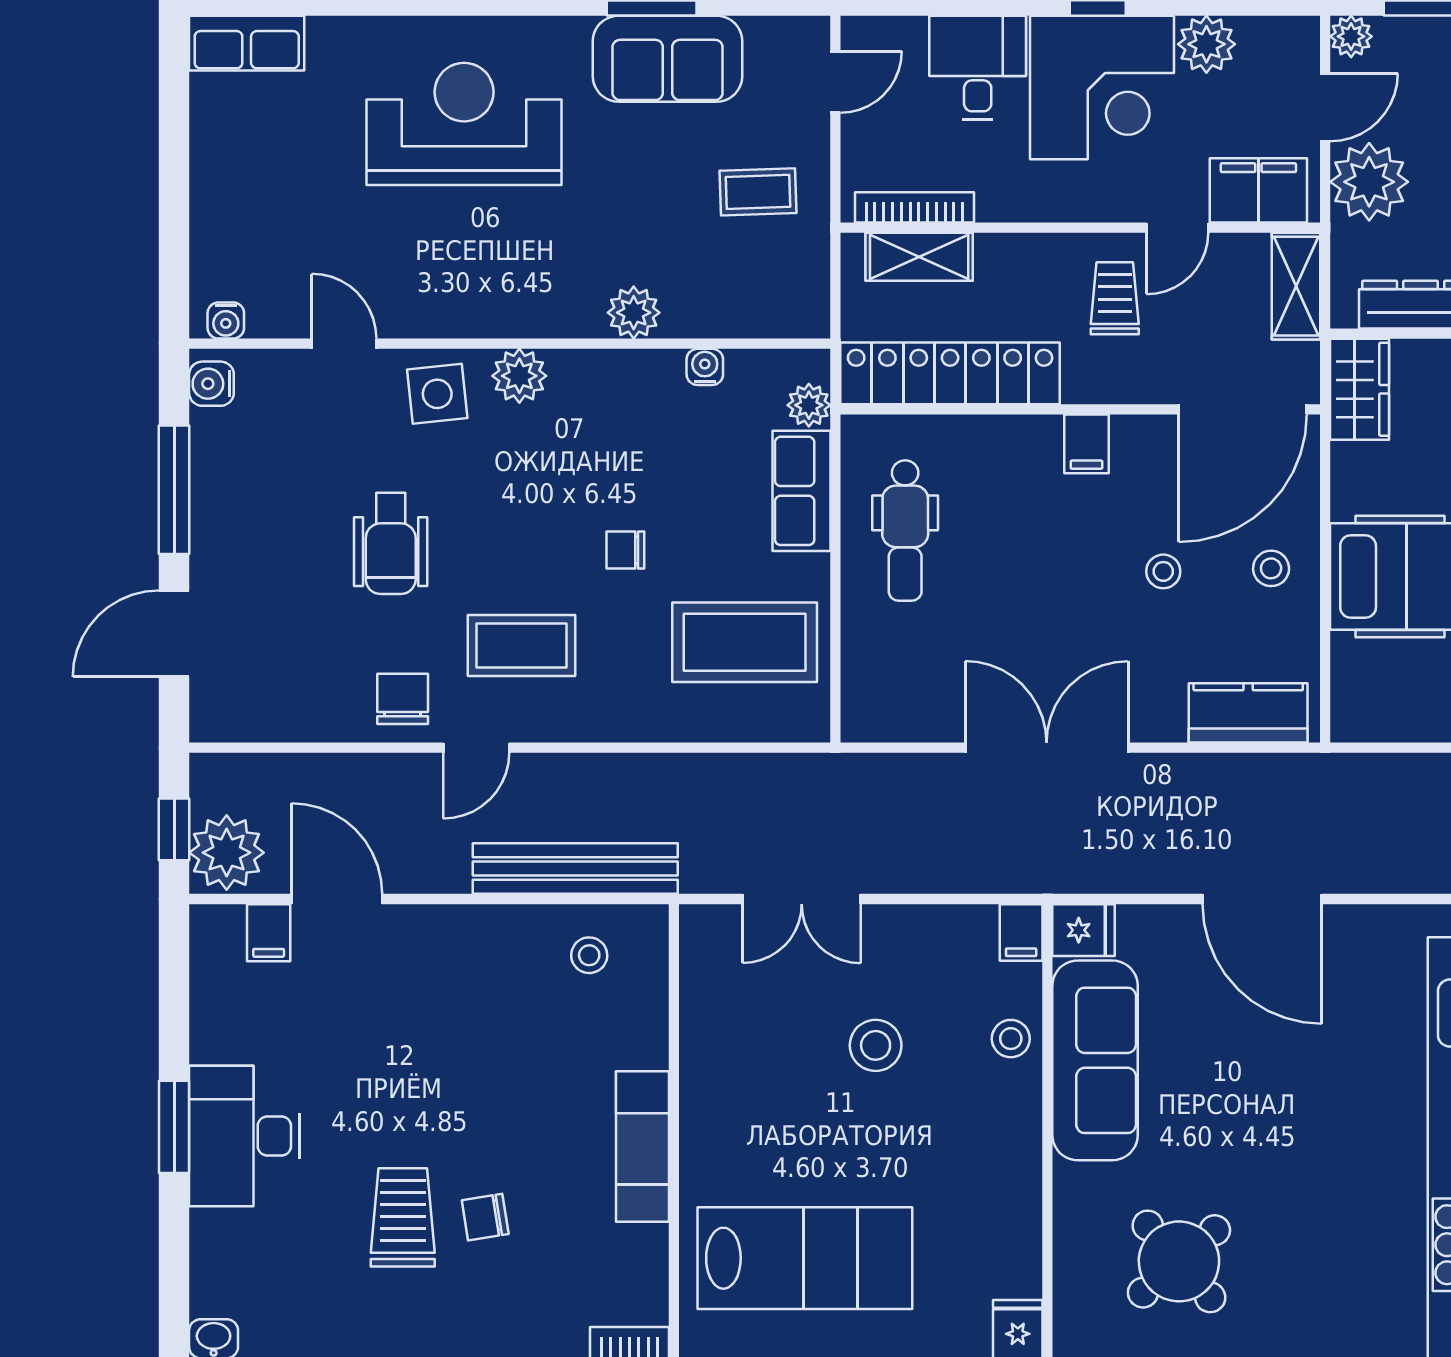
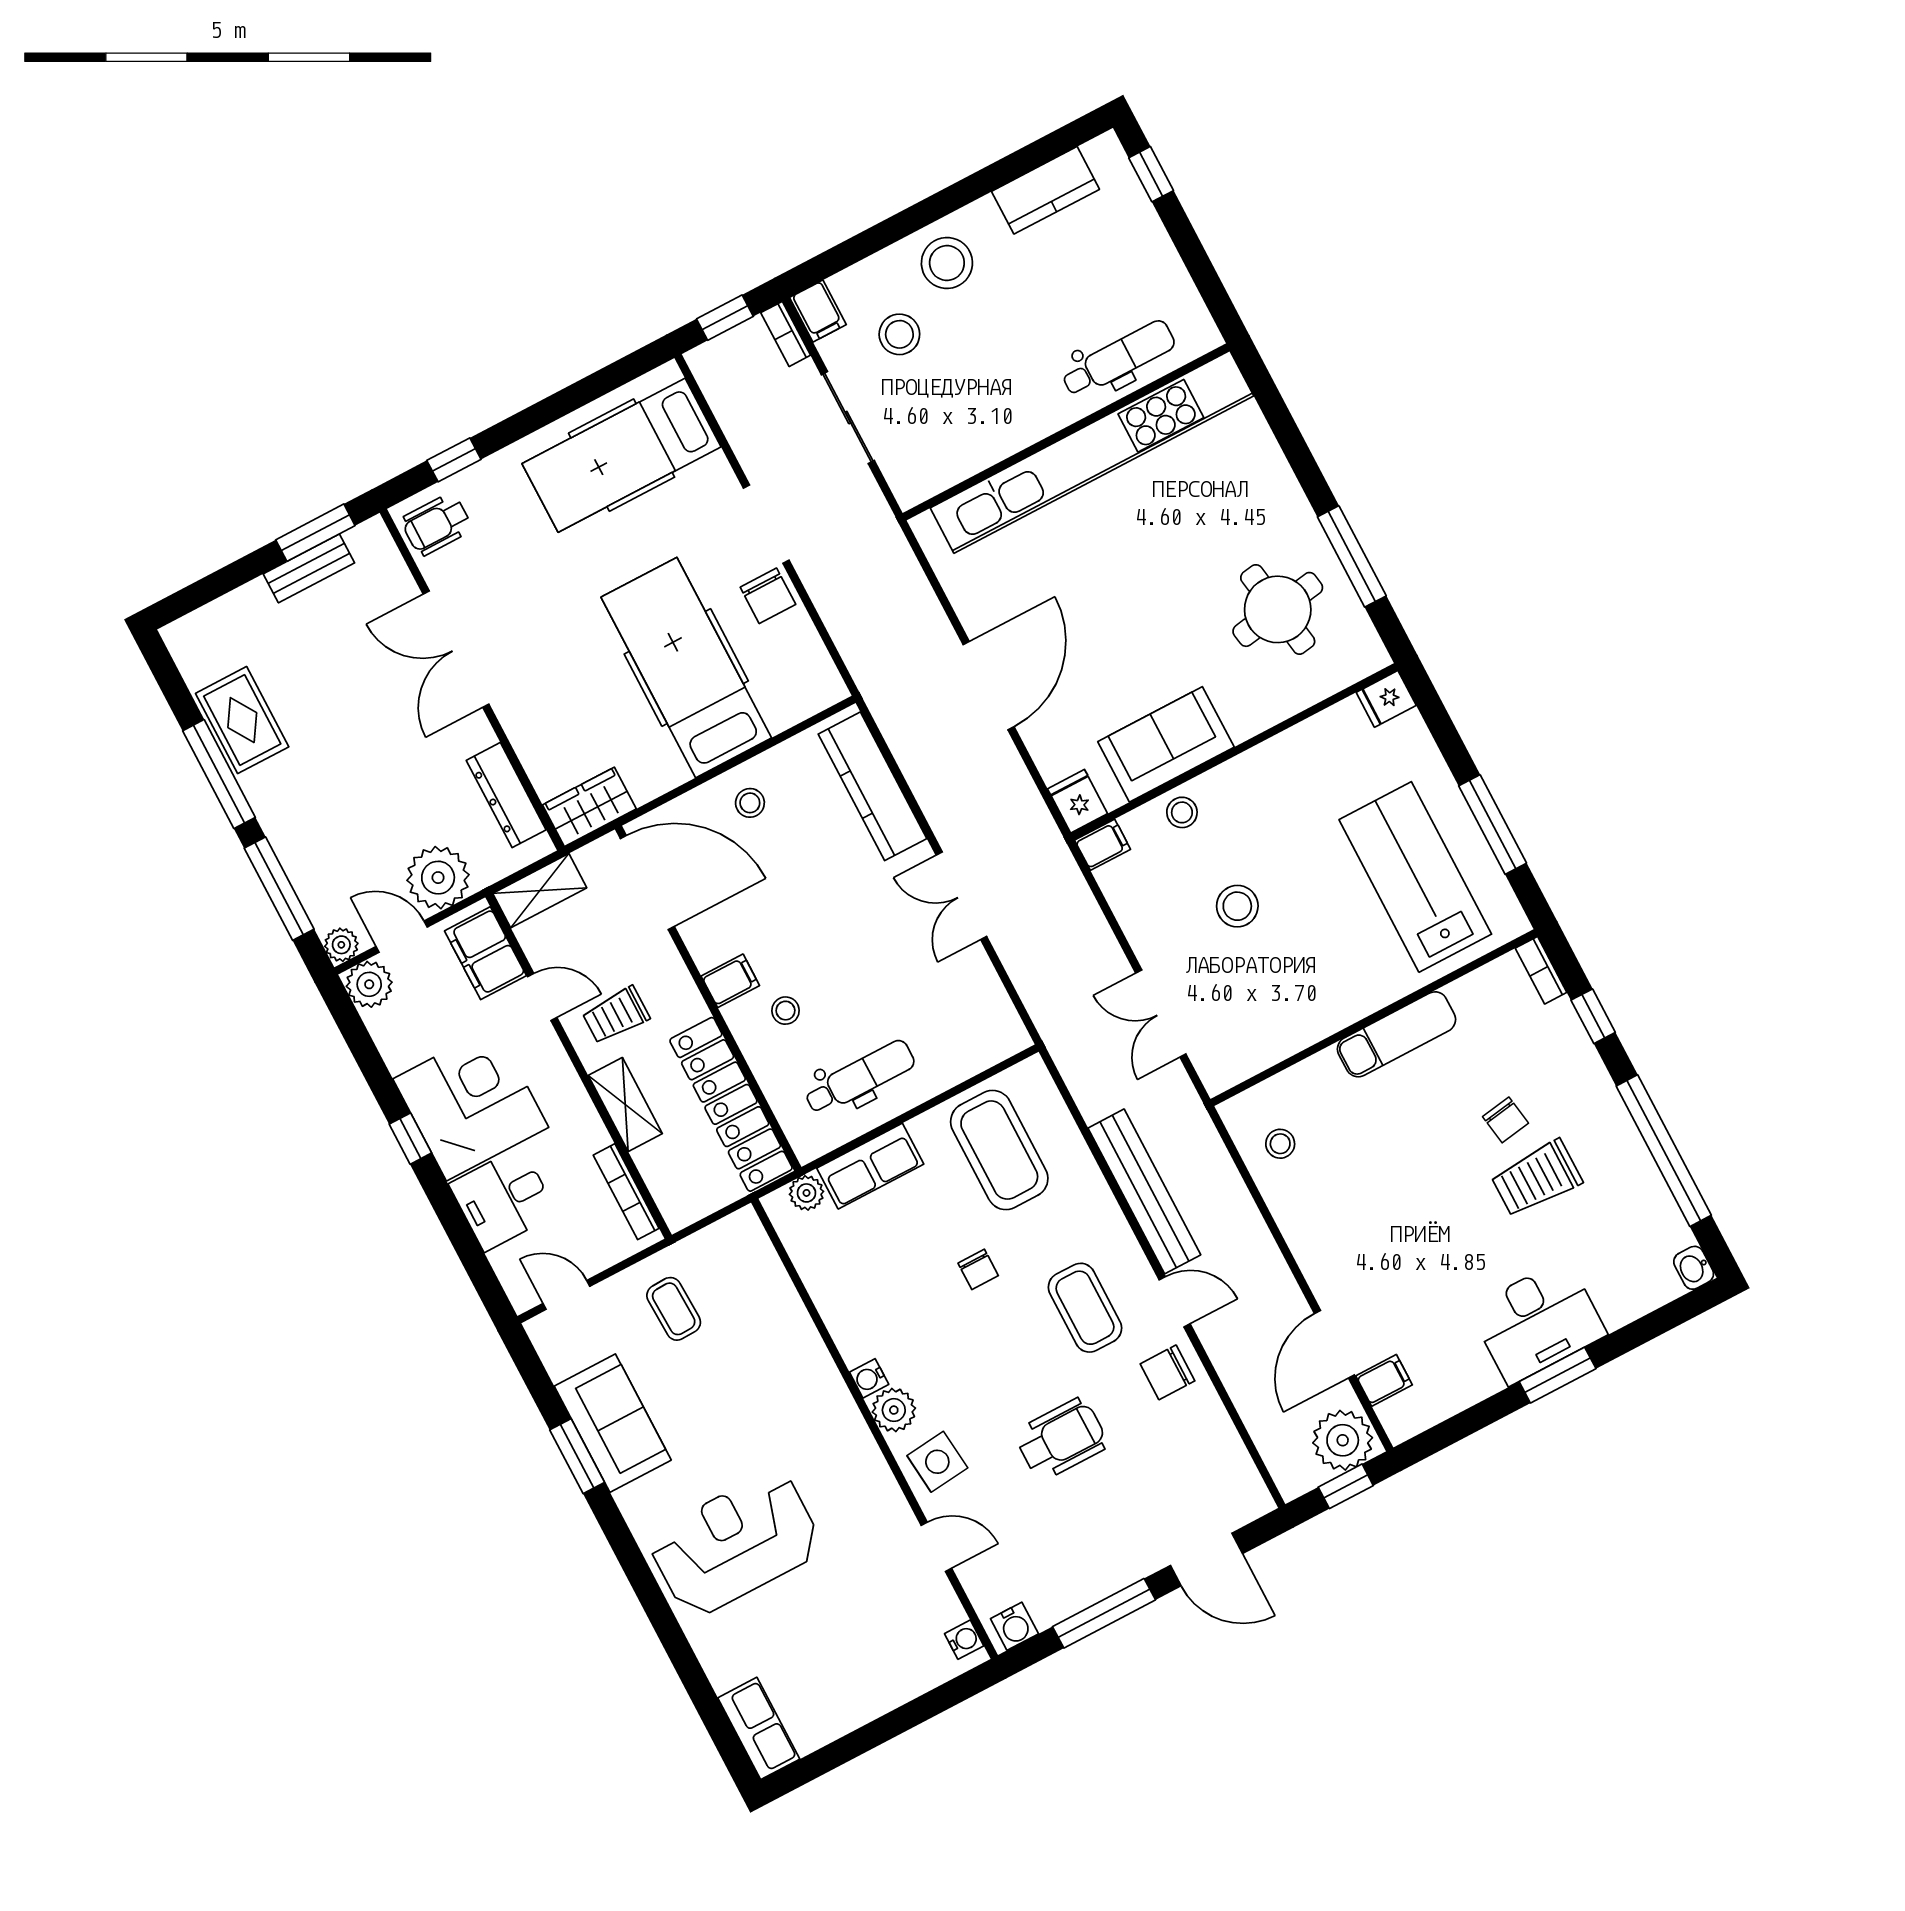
plant: (1206, 44) -> (369, 984), moved
reception desk: (464, 124) -> (735, 1544), turned 90
shelving: (919, 257) -> (625, 1105), moved
plant: (634, 313) -> (806, 1352), removed
door: (344, 344) -> (936, 1547), swing flipped
water cooler: (705, 367) -> (869, 1378), moved
stool: (1163, 571) -> (786, 1011), moved
kitchen counter: (1248, 713) -> (872, 786), width x1.50
double door: (1047, 748) -> (961, 896), width x0.73
bench: (575, 869) -> (1144, 1191), moved
double door: (802, 899) -> (1161, 1014), swing flipped
sofa: (1095, 1060) -> (1166, 744), width x0.73
round table: (1179, 1261) -> (1278, 609), turned 32

